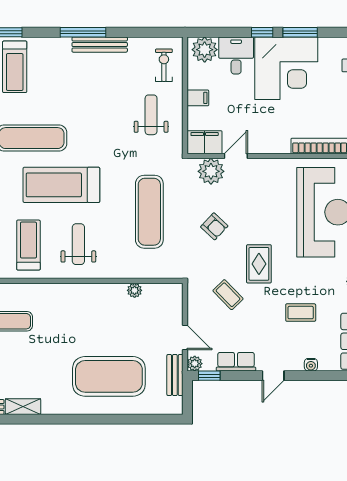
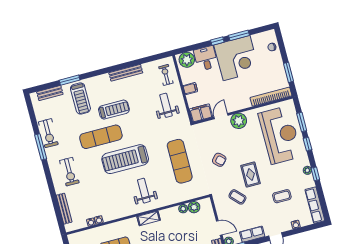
window: (83, 32) -> (114, 68), removed
plant: (211, 171) -> (239, 121), moved
treadmill: (28, 245) -> (114, 110), moved, turned 90
shelving: (74, 291) -> (149, 218), added
plant: (153, 293) -> (194, 207), added

